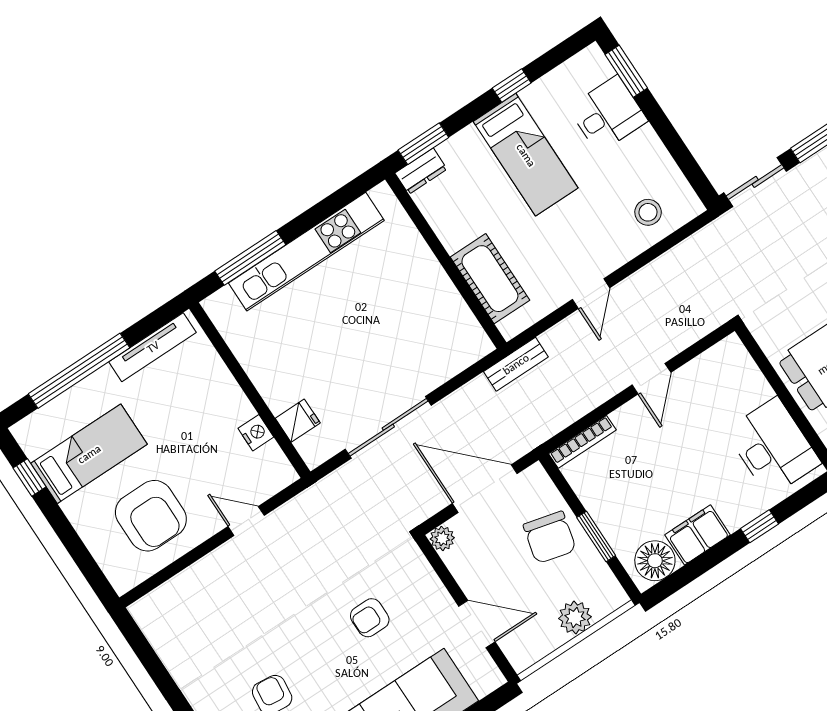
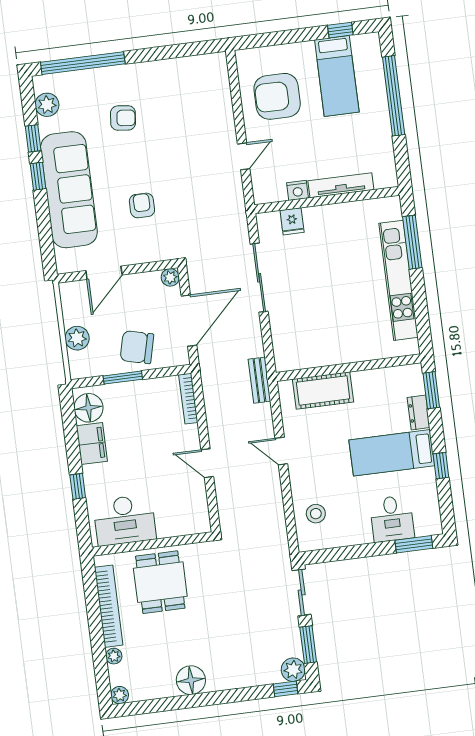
dresser: (421, 171) -> (418, 413), moved
tv unit: (153, 347) -> (341, 185), moved, turned 90

